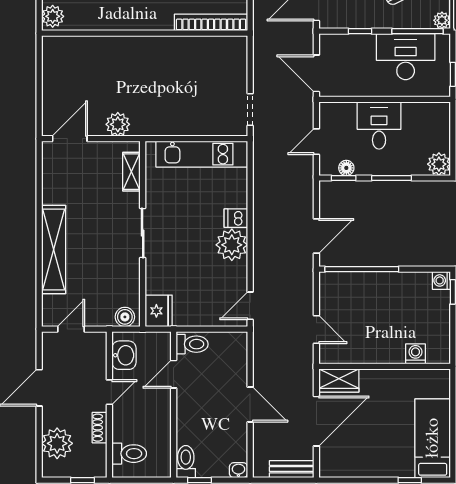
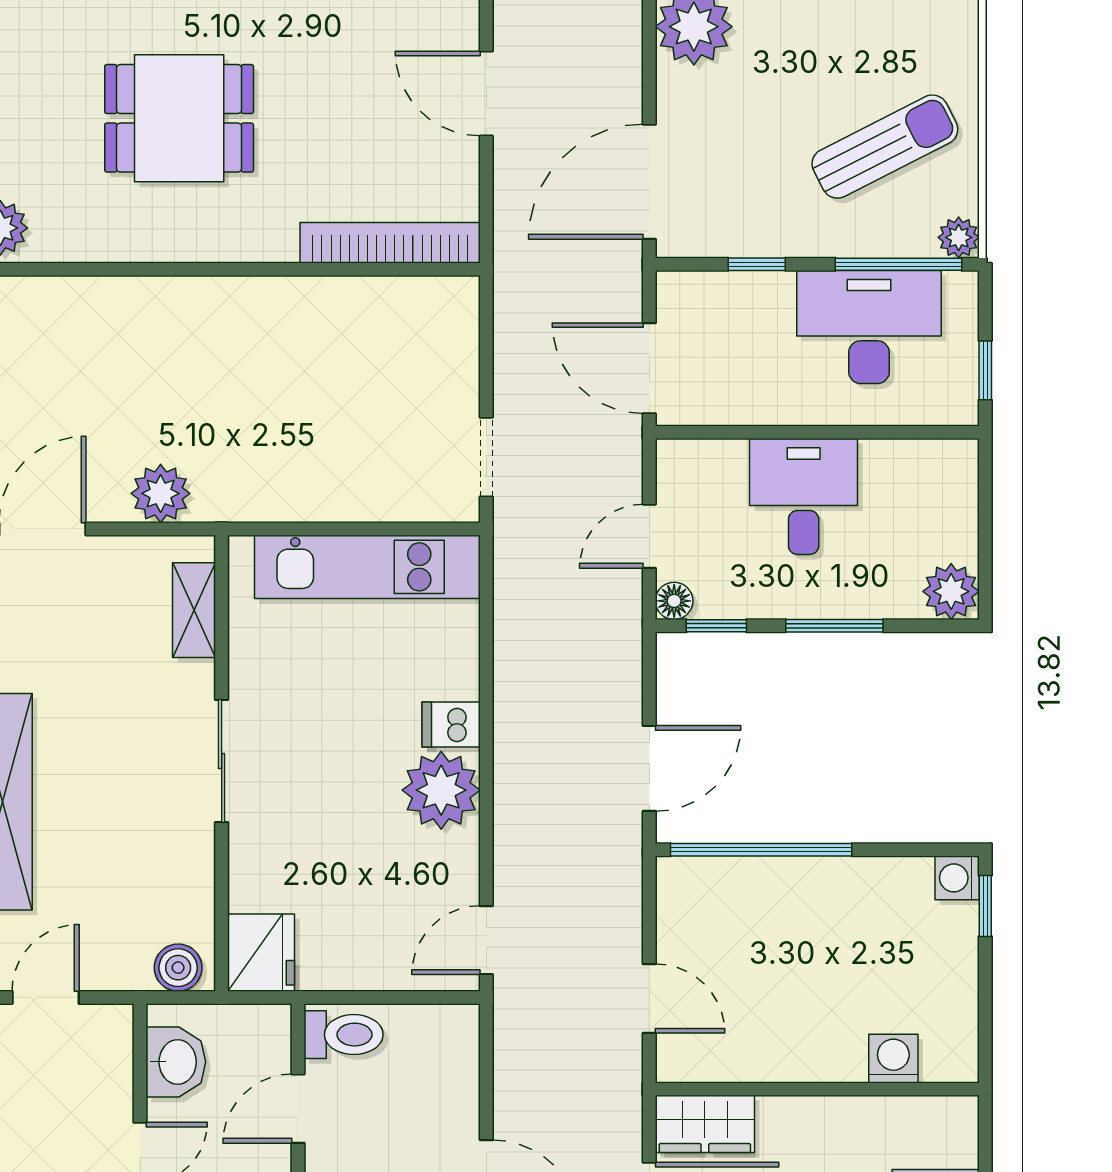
floor lamp: (346, 168) -> (674, 601), moved

